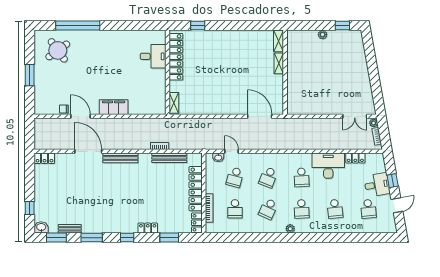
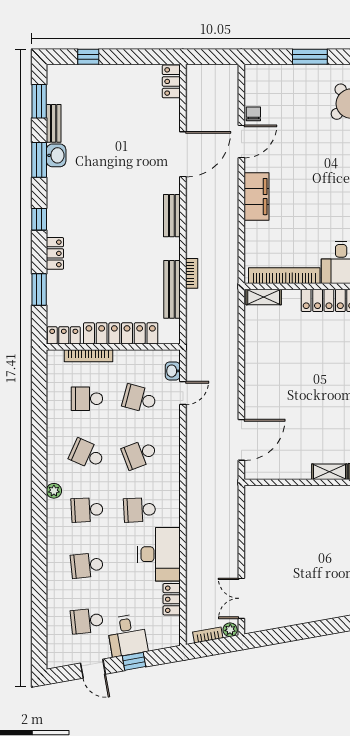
bookcase: (161, 90) -> (284, 276), added
bench: (120, 158) -> (172, 216), width x0.73
school desk: (268, 177) -> (140, 454), turned -42
washbasin: (41, 227) -> (56, 155), moved

